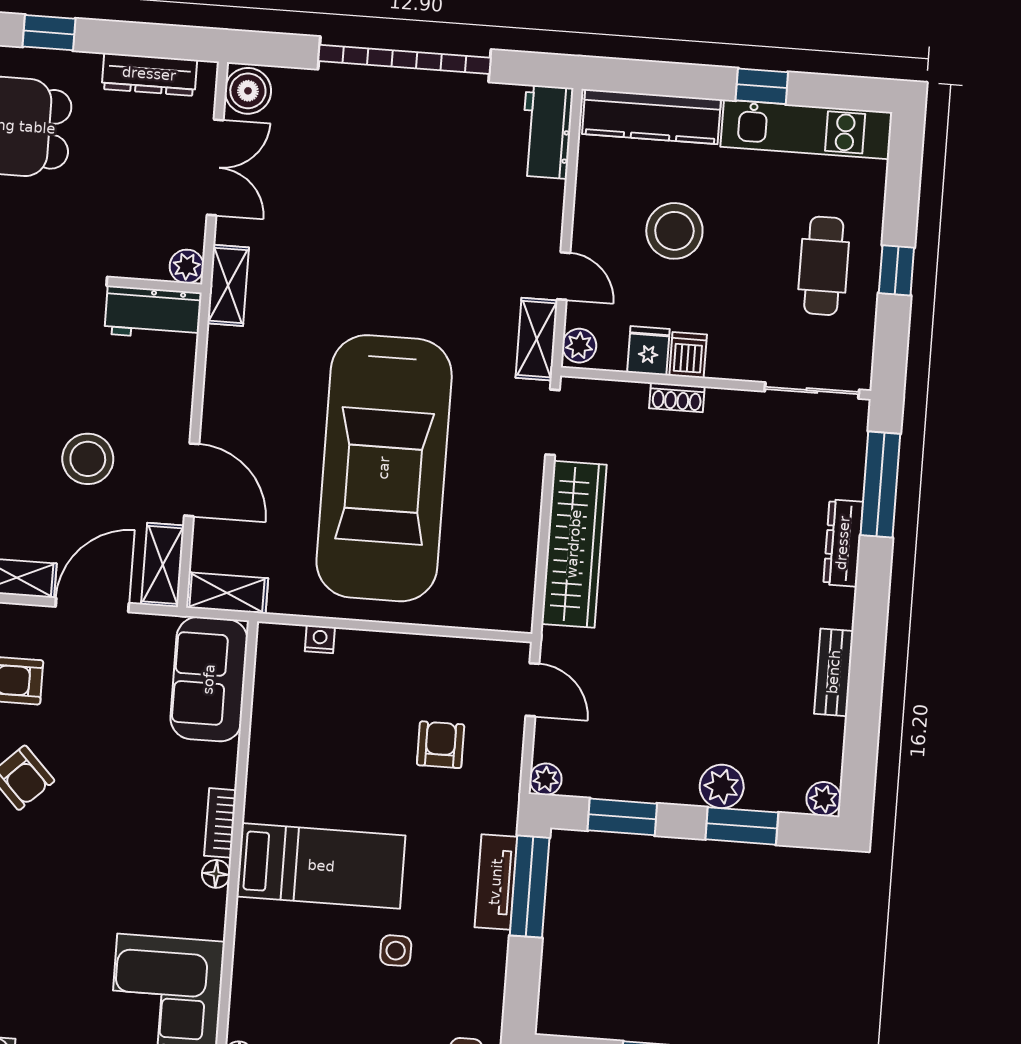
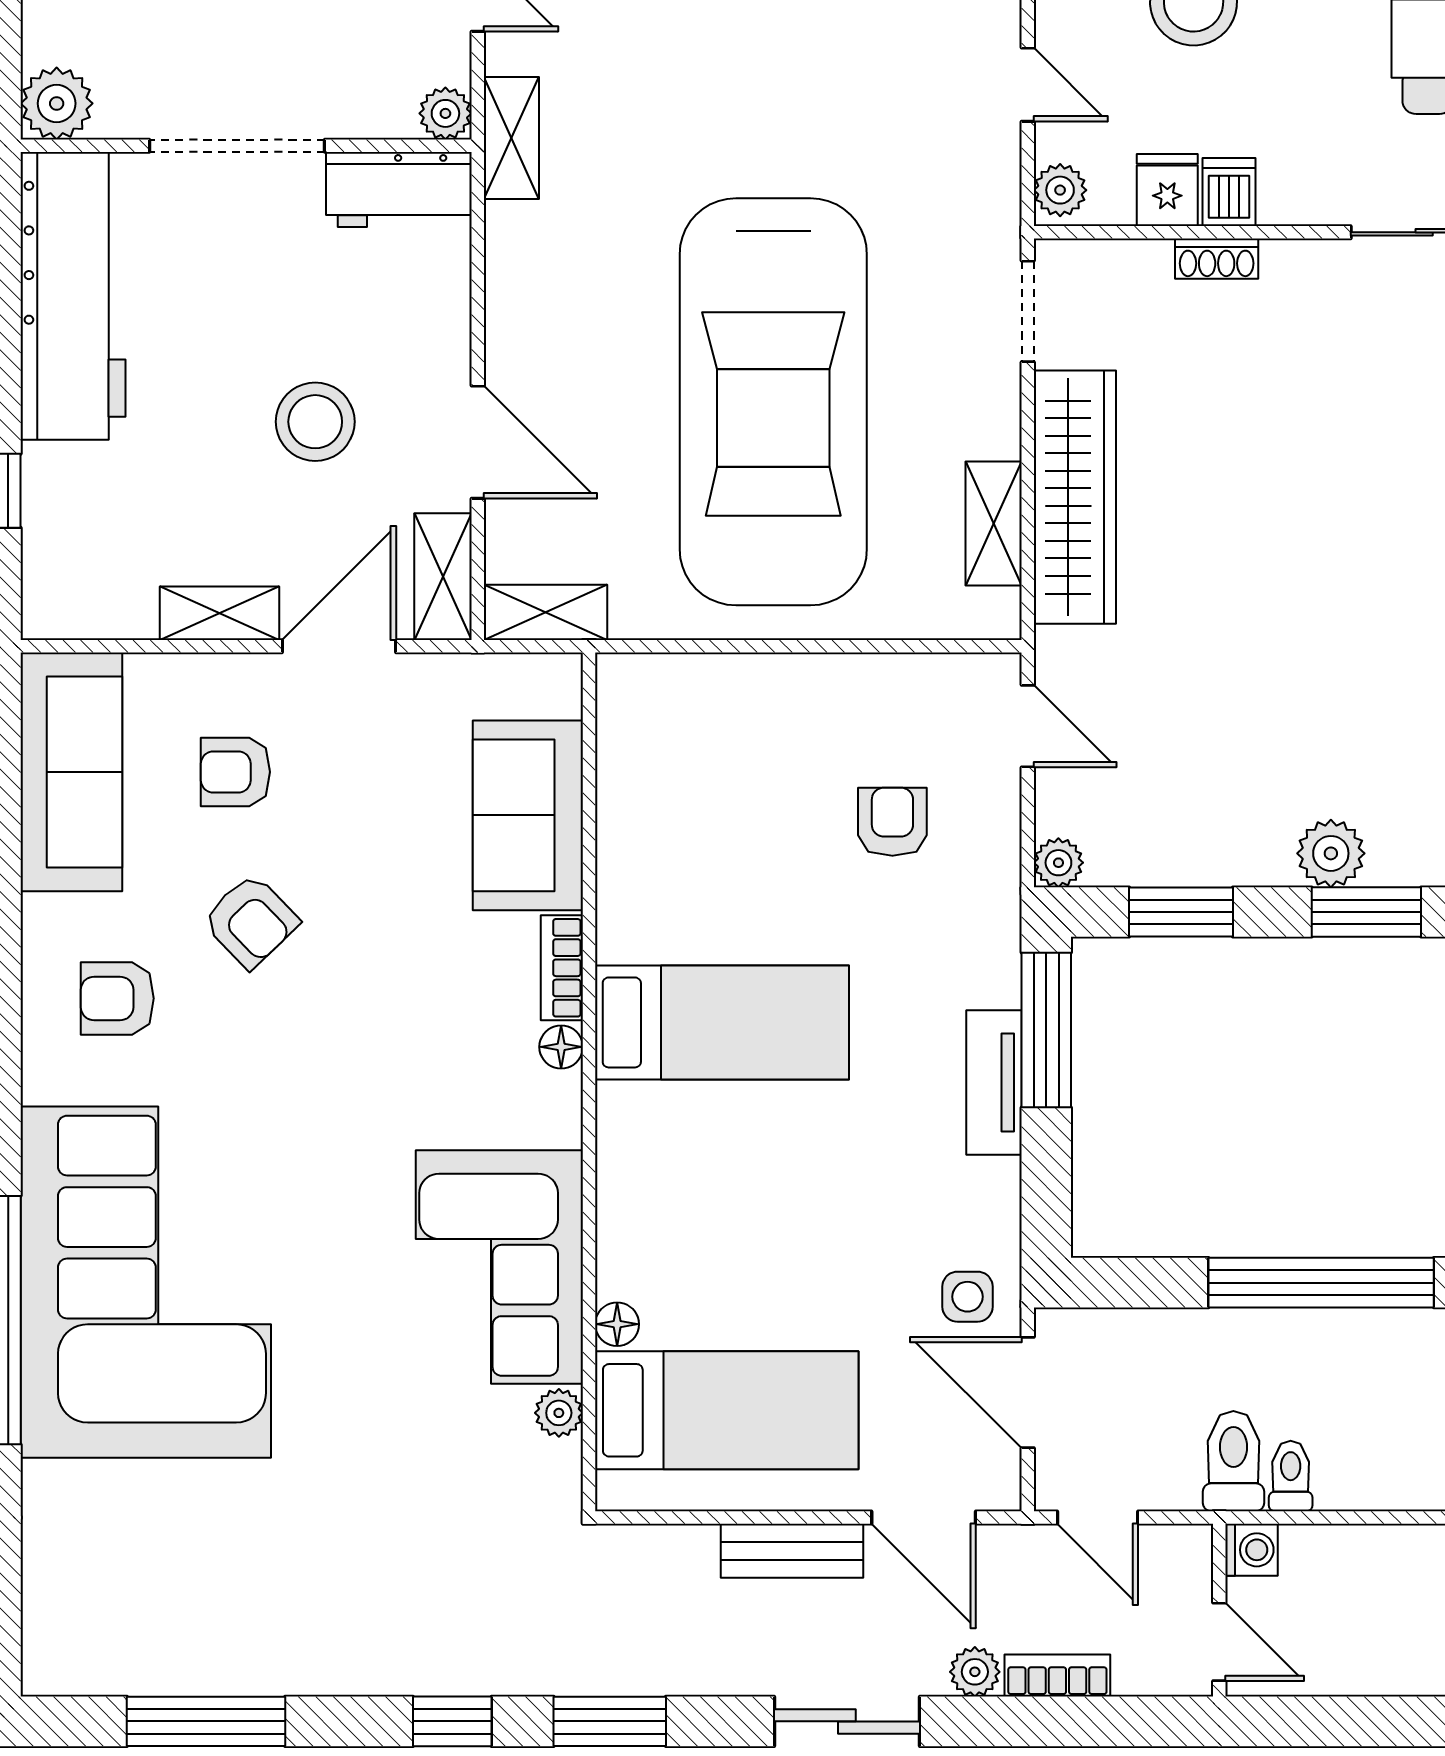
shelving: (537, 339) -> (994, 523), moved
nightstand: (320, 639) -> (694, 673), removed
sofa: (209, 679) -> (528, 815), moved
tv unit: (496, 882) -> (994, 1082), moved
side table: (396, 951) -> (847, 1144), removed

